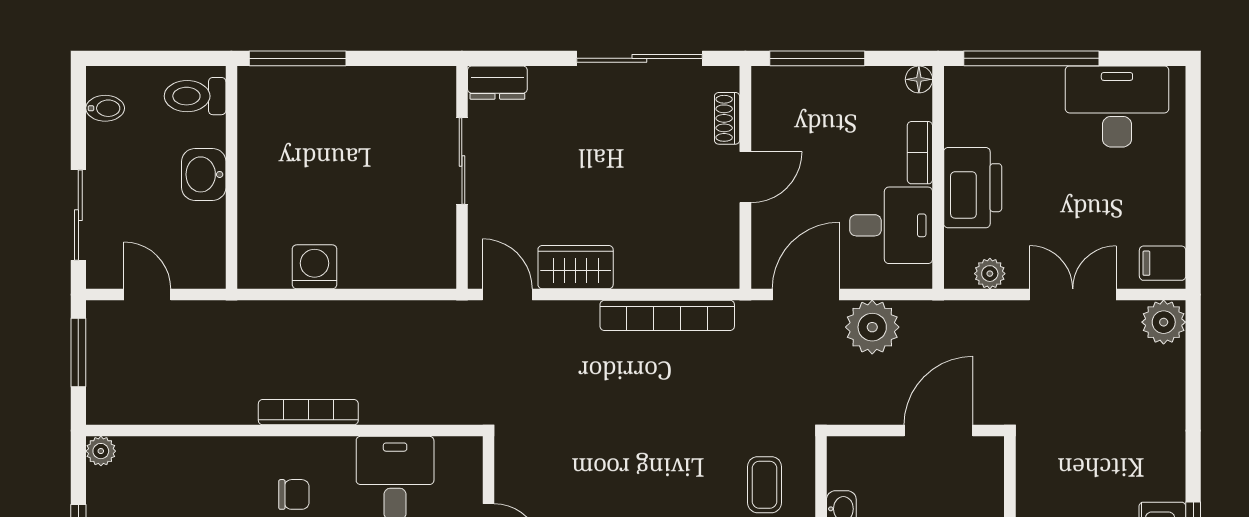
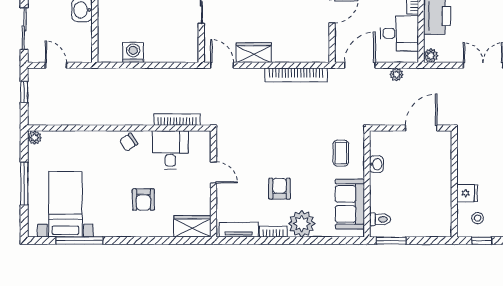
plant: (990, 274) -> (431, 56), moved
plant: (872, 327) -> (396, 75), width x0.53, depth x0.53
window: (78, 352) -> (24, 92), width x0.67
bookcase: (308, 412) -> (177, 120), moved
chair: (294, 494) -> (129, 142), moved, turned 147

